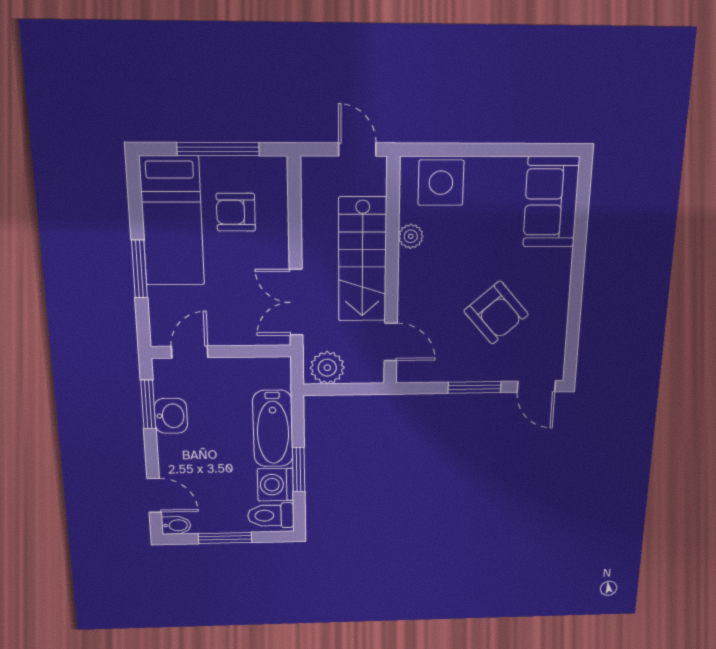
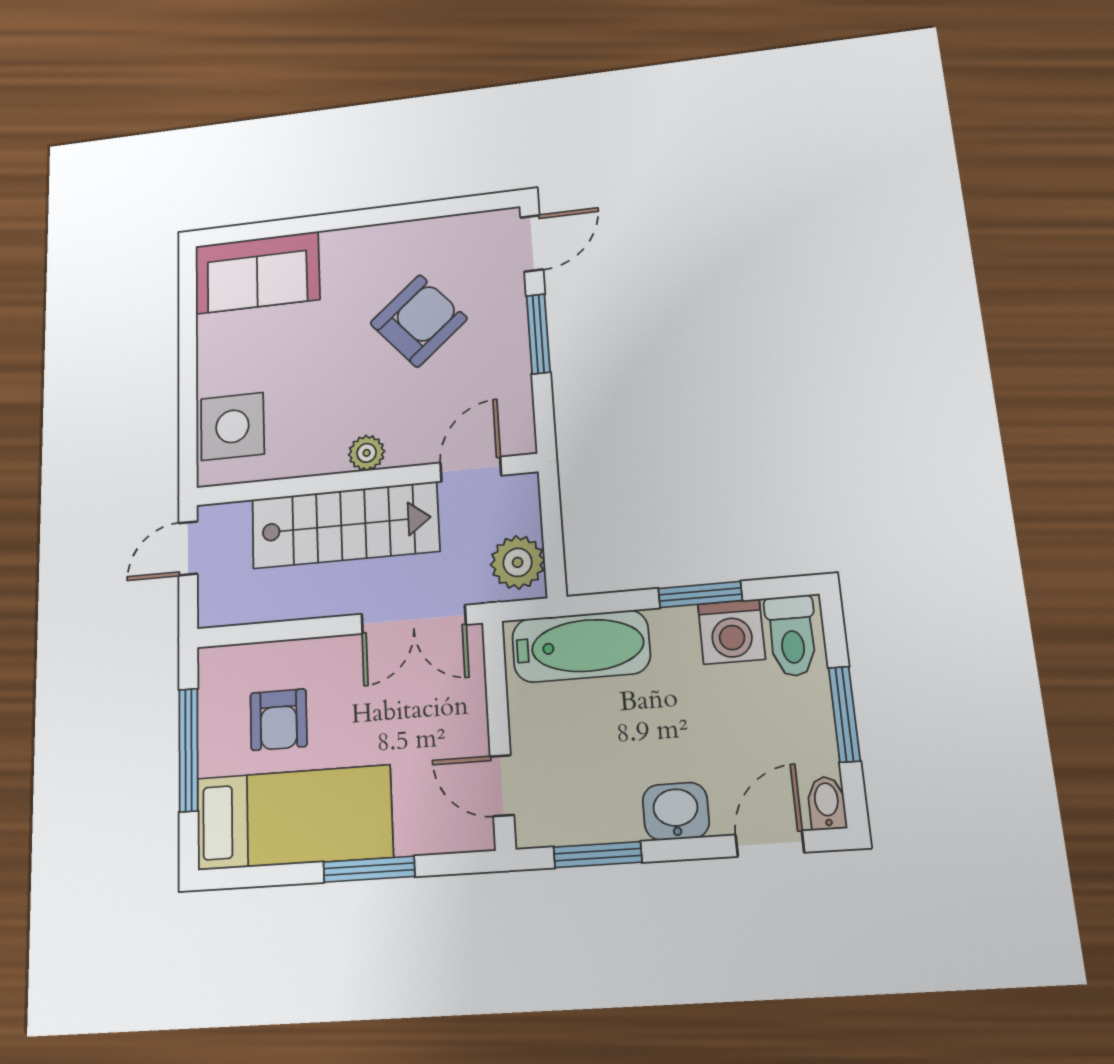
plant: (411, 236) -> (367, 453), moved
washbasin: (171, 416) -> (676, 811), moved
bathtub: (273, 429) -> (581, 646), moved

